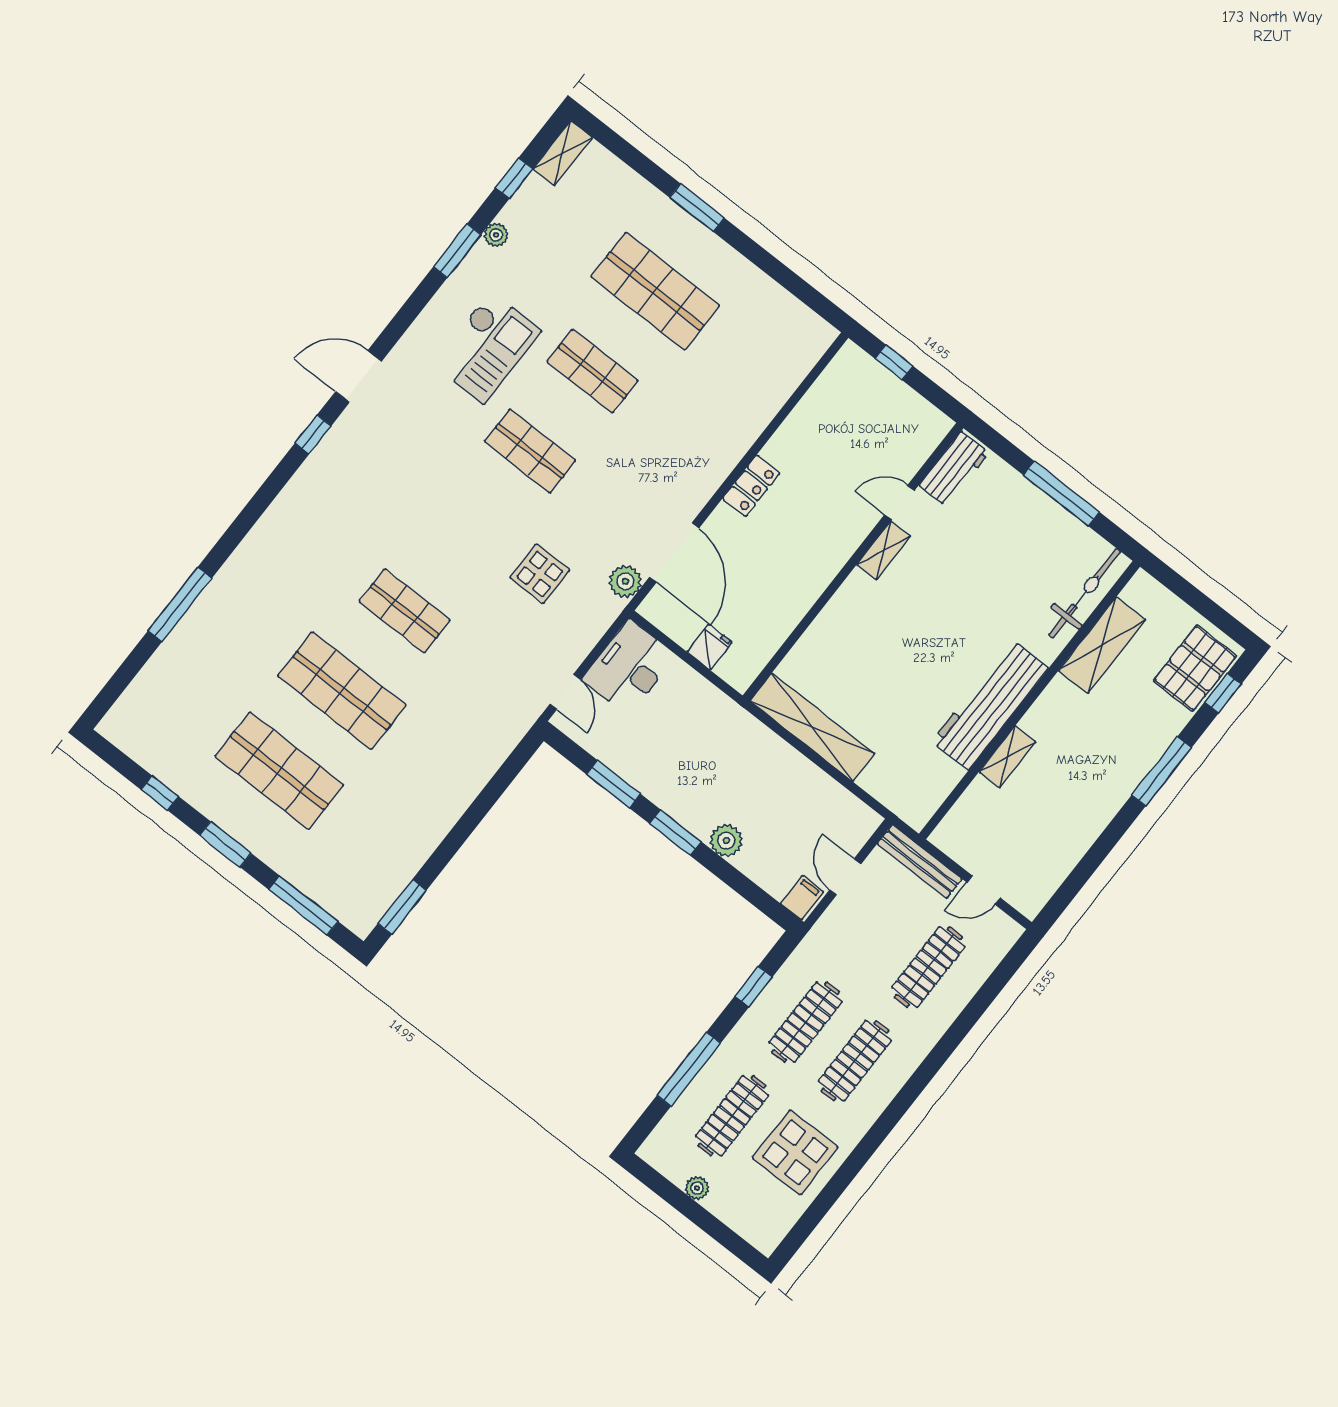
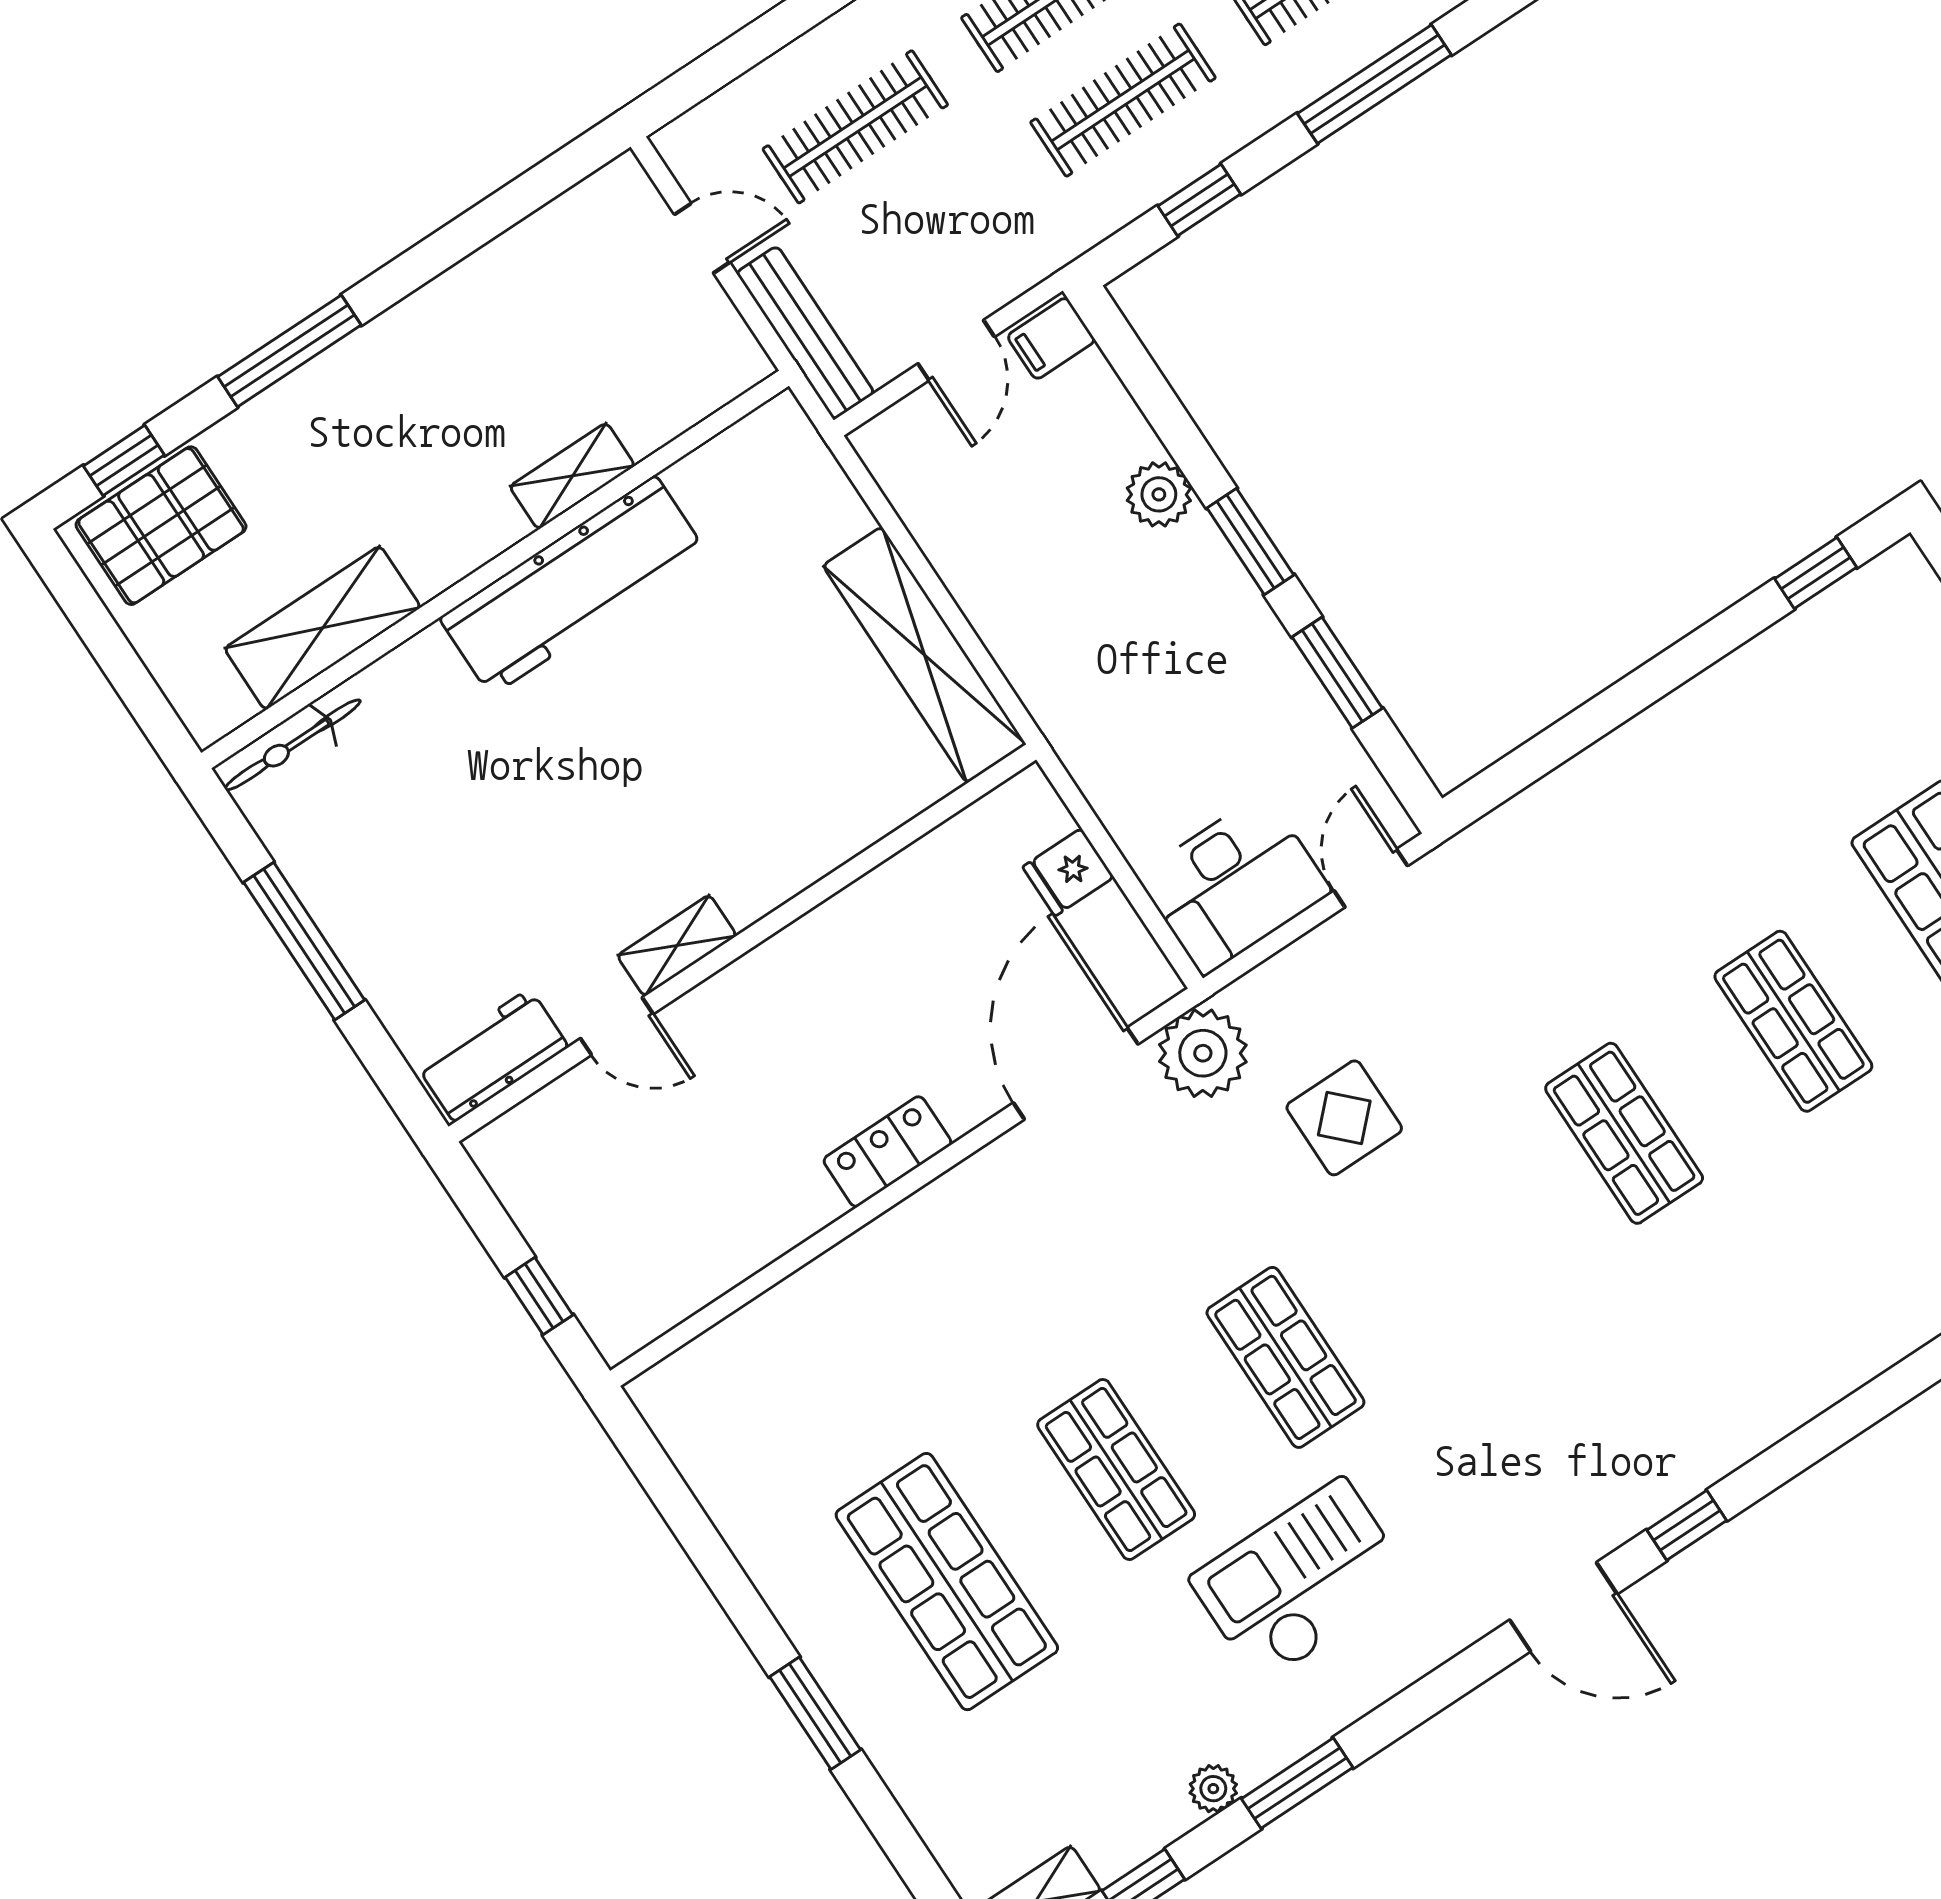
plant: (625, 581) -> (1203, 1053), width x1.36, depth x1.36
bicycle: (1085, 593) -> (293, 745), width x0.73, depth x0.71
shop shelf: (342, 691) -> (1793, 1021), width x0.70, depth x0.74
window: (402, 907) -> (1816, 573), width x0.67

